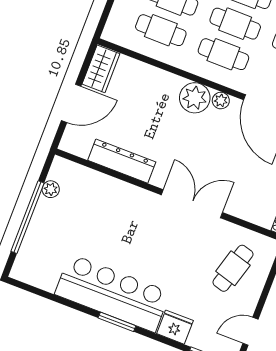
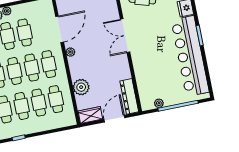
plant: (195, 98) -> (81, 87), moved
door: (71, 103) -> (114, 119), hinge flipped
dresser: (122, 161) -> (129, 96), moved
bar counter: (112, 293) -> (190, 56), width x1.36

